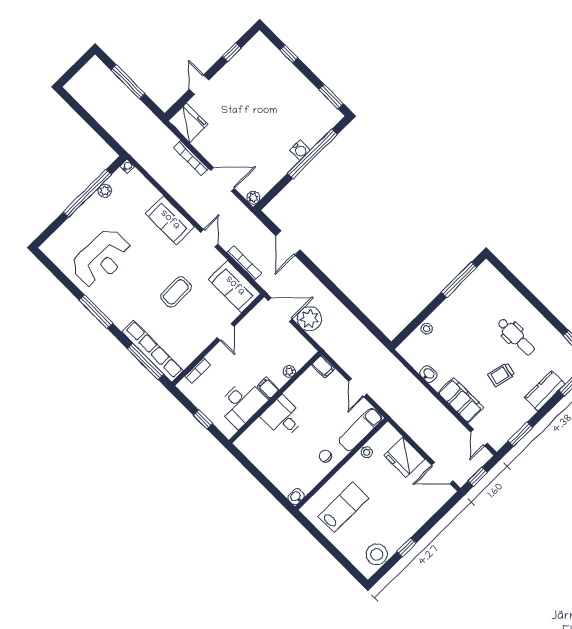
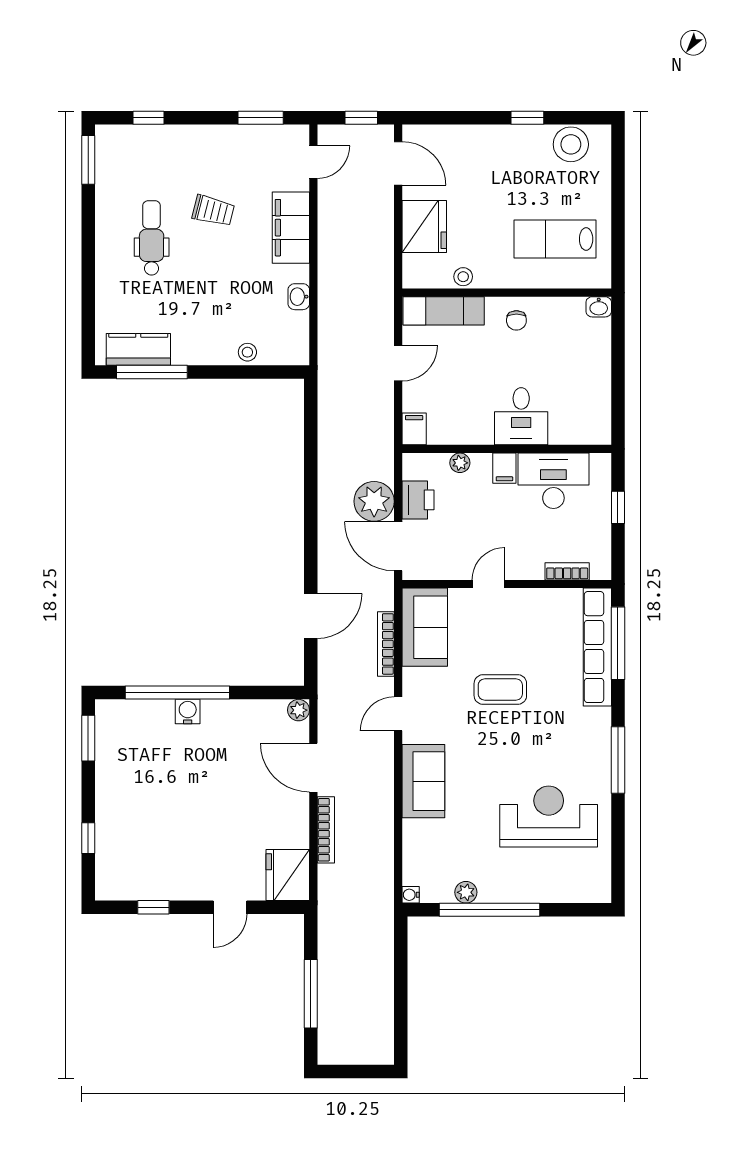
printer: (291, 338) -> (418, 500), added
kitchen counter: (545, 391) -> (138, 349), moved, turned 180

